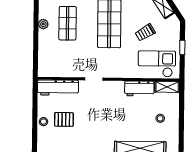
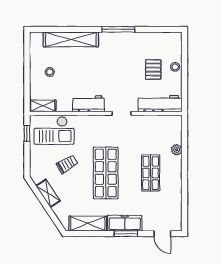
plant: (43, 24) -> (177, 150), moved
window: (182, 47) -> (27, 133), moved
workbench: (139, 89) -> (89, 104), moved
pallet: (64, 119) -> (153, 70), turned 90

